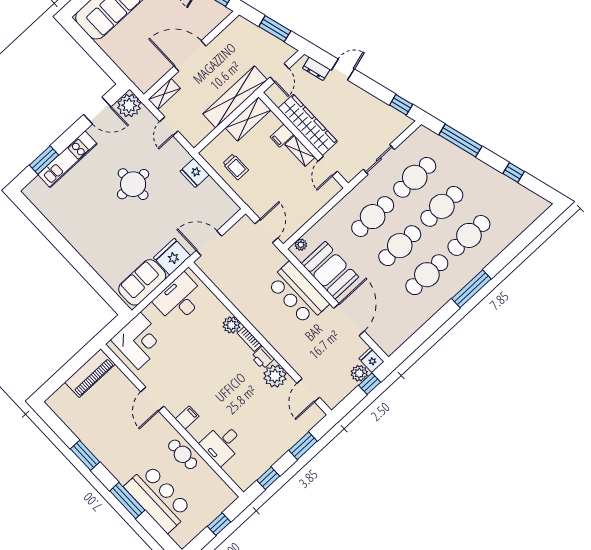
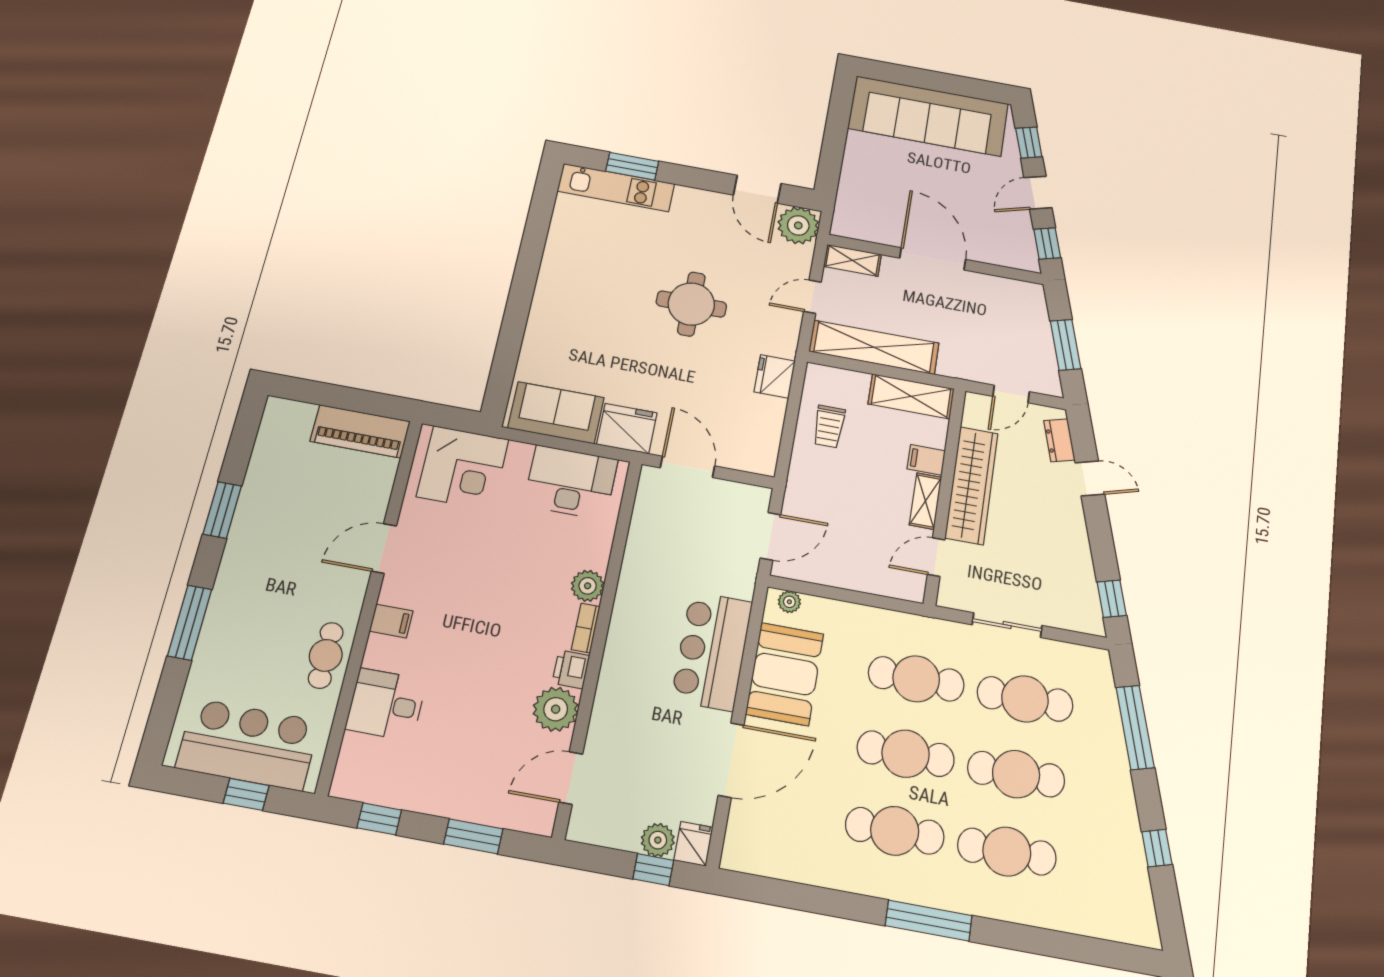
shelving: (235, 97) -> (874, 347), moved
kitchen unit: (67, 159) -> (616, 188), moved
bar counter: (158, 498) -> (248, 744), moved, turned -90

